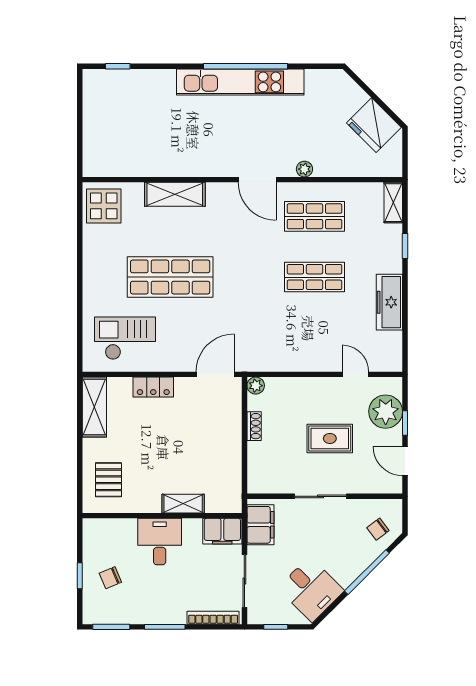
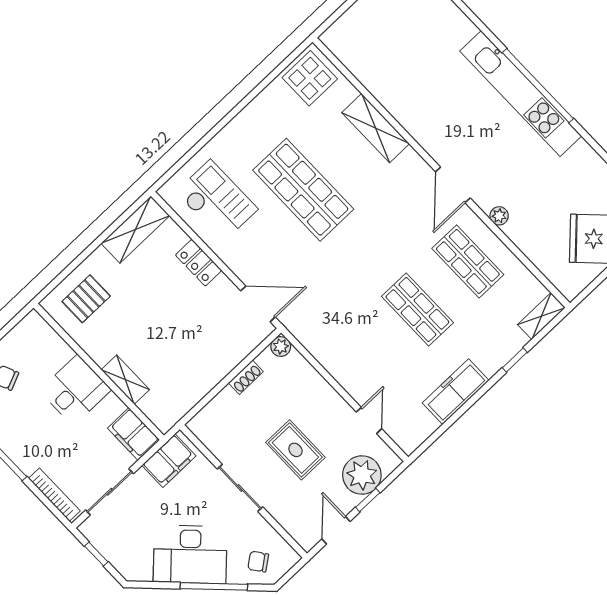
desk: (311, 589) -> (190, 554), moved, width x1.37

